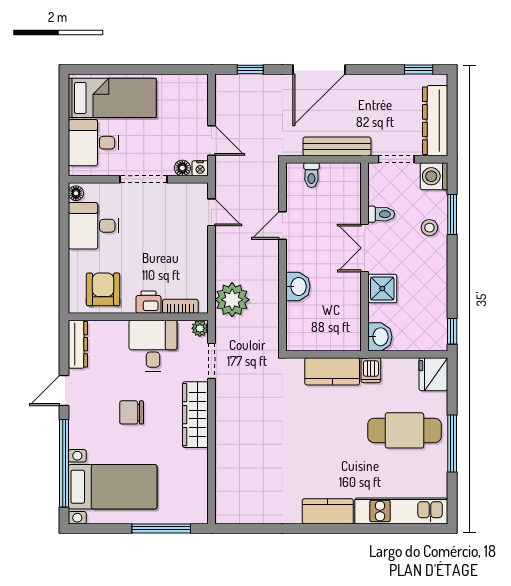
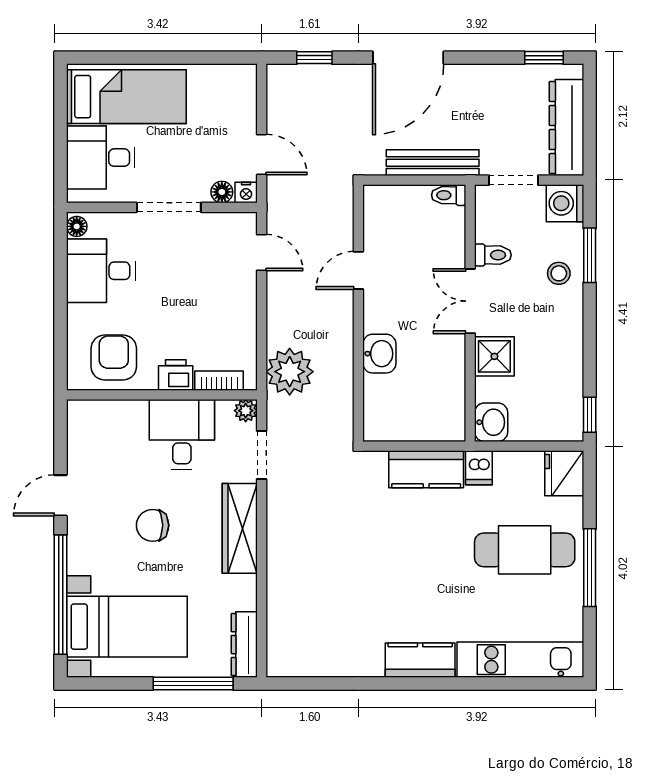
toilet: (311, 175) -> (449, 195), moved, turned 90
dresser: (78, 344) -> (244, 645), moved, turned 180

